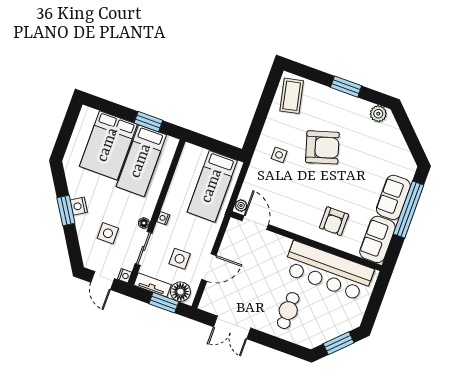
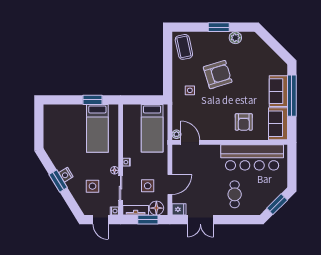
plant: (378, 114) -> (235, 38), moved
bed: (108, 145) -> (71, 126), removed
fridge: (209, 304) -> (179, 209), added

